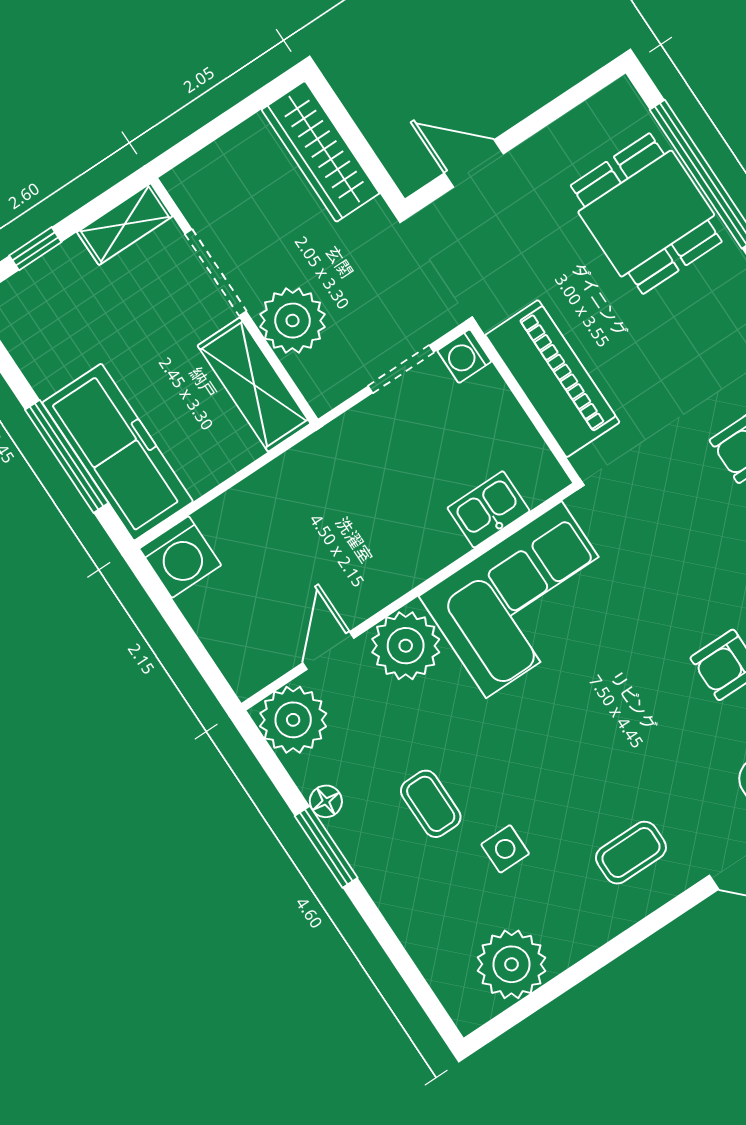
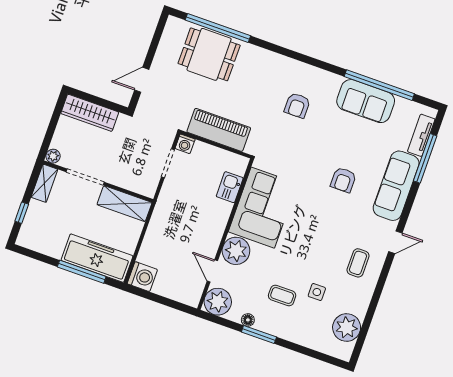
plant: (293, 321) -> (53, 156), moved, width x0.53, depth x0.53

